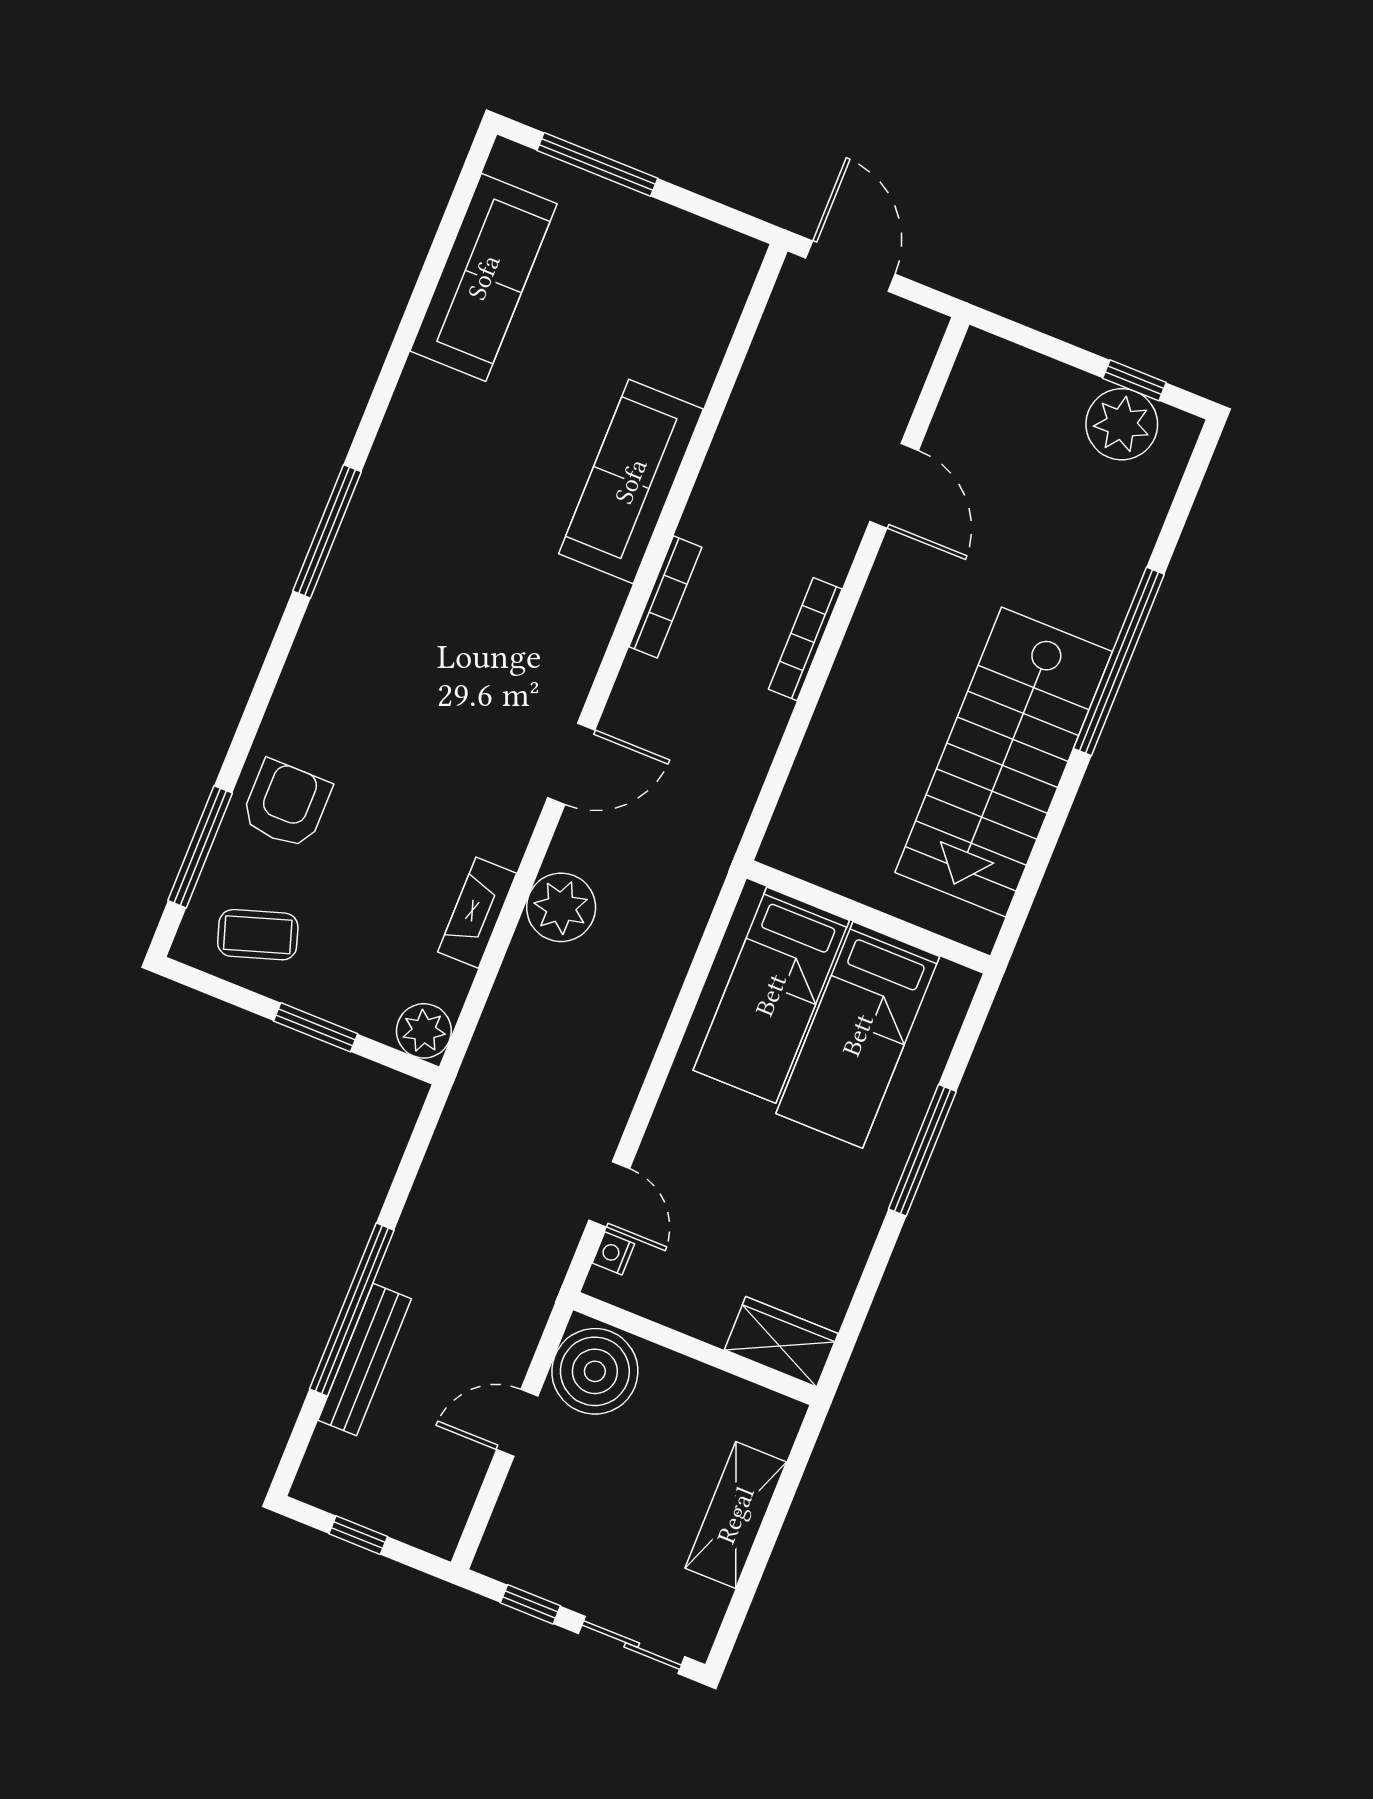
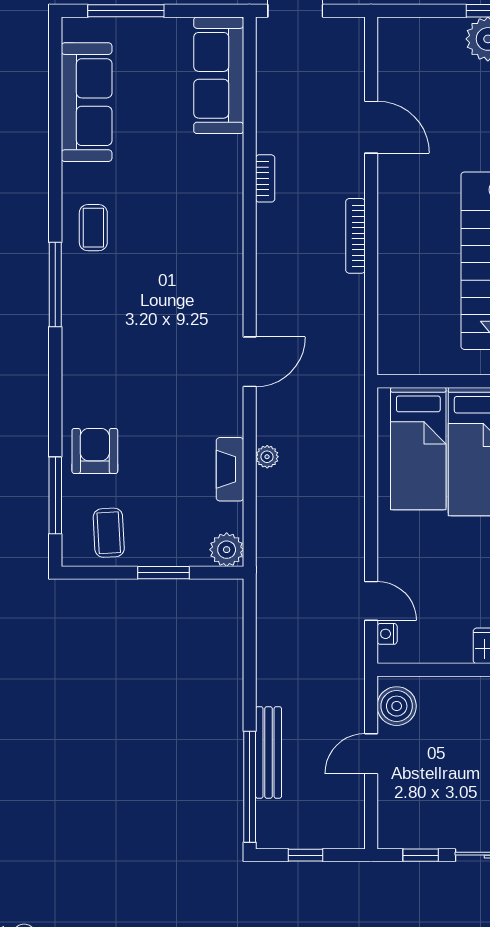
coffee table: (418, 469) -> (93, 228), added
sofa: (631, 481) -> (219, 75), moved
bookcase: (665, 597) -> (265, 178), moved, width x0.64
plant: (561, 907) -> (267, 457), width x0.53, depth x0.53
coffee table: (258, 935) -> (109, 533), turned -75
window: (352, 1310) -> (250, 787), moved
boiler: (595, 1371) -> (397, 706), width x0.73, depth x0.73

